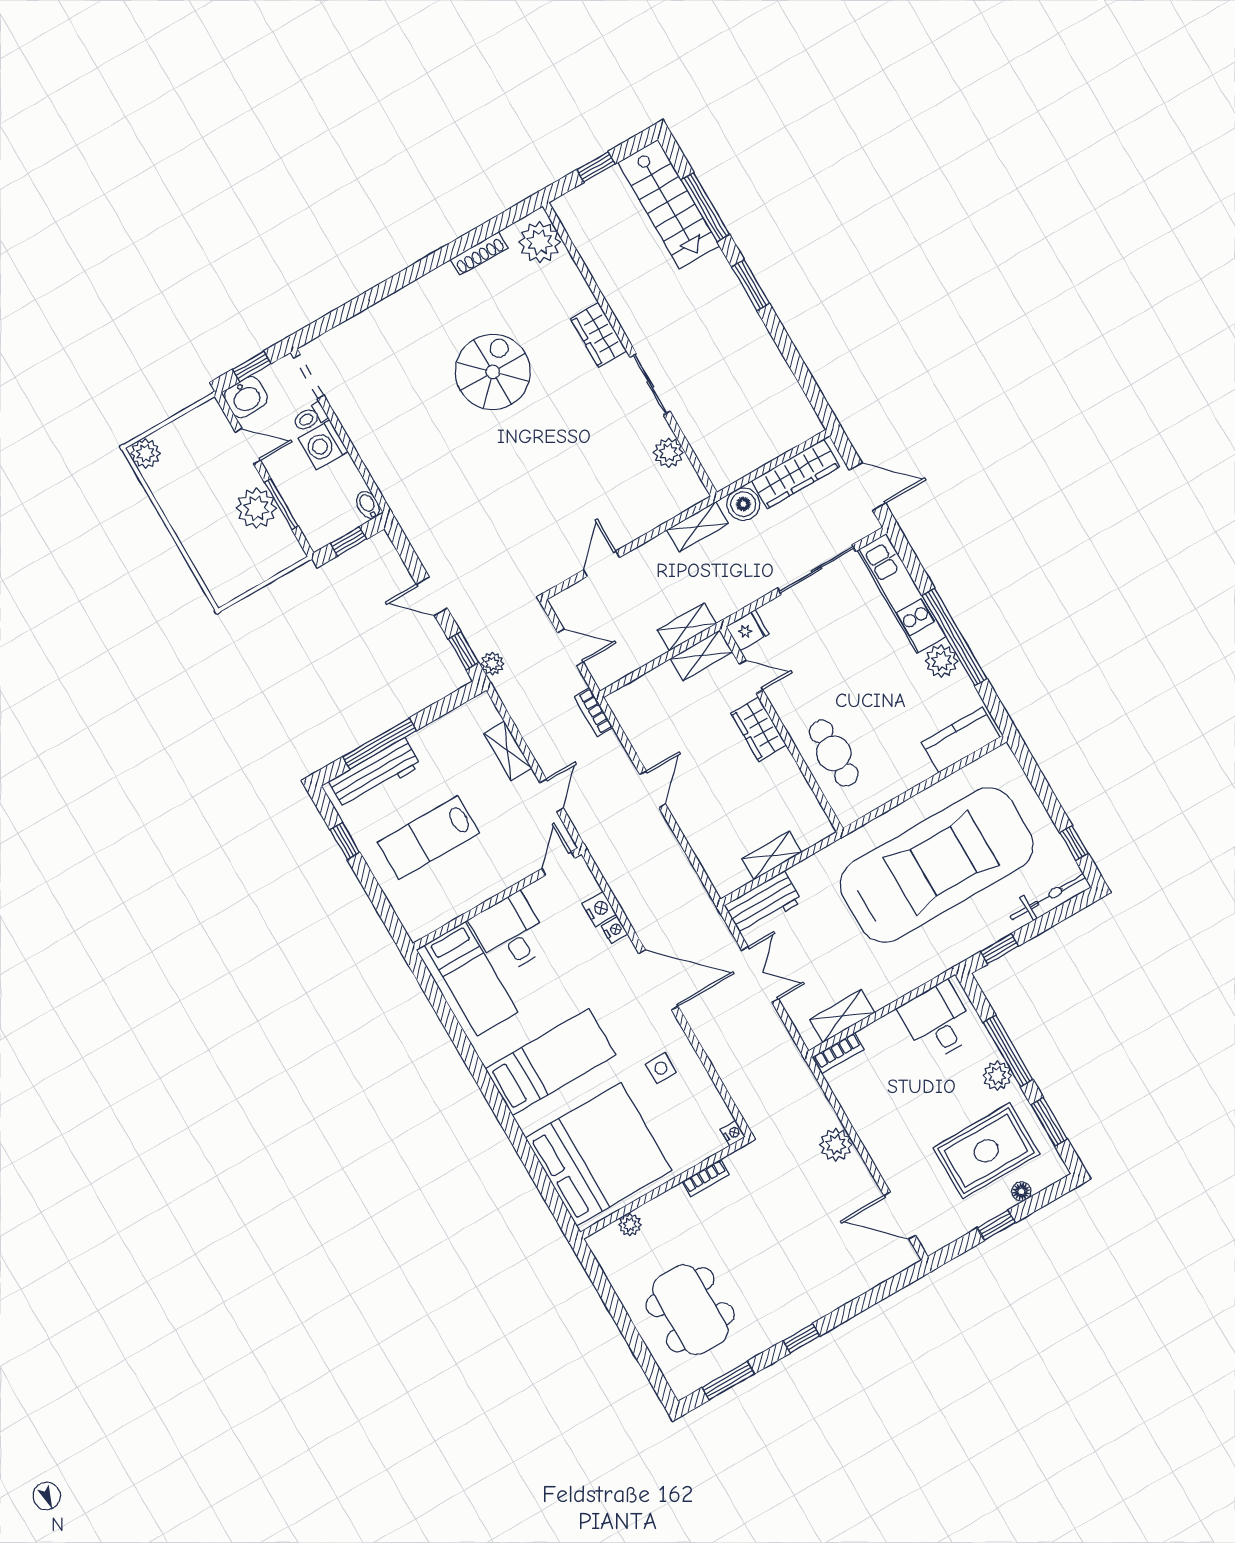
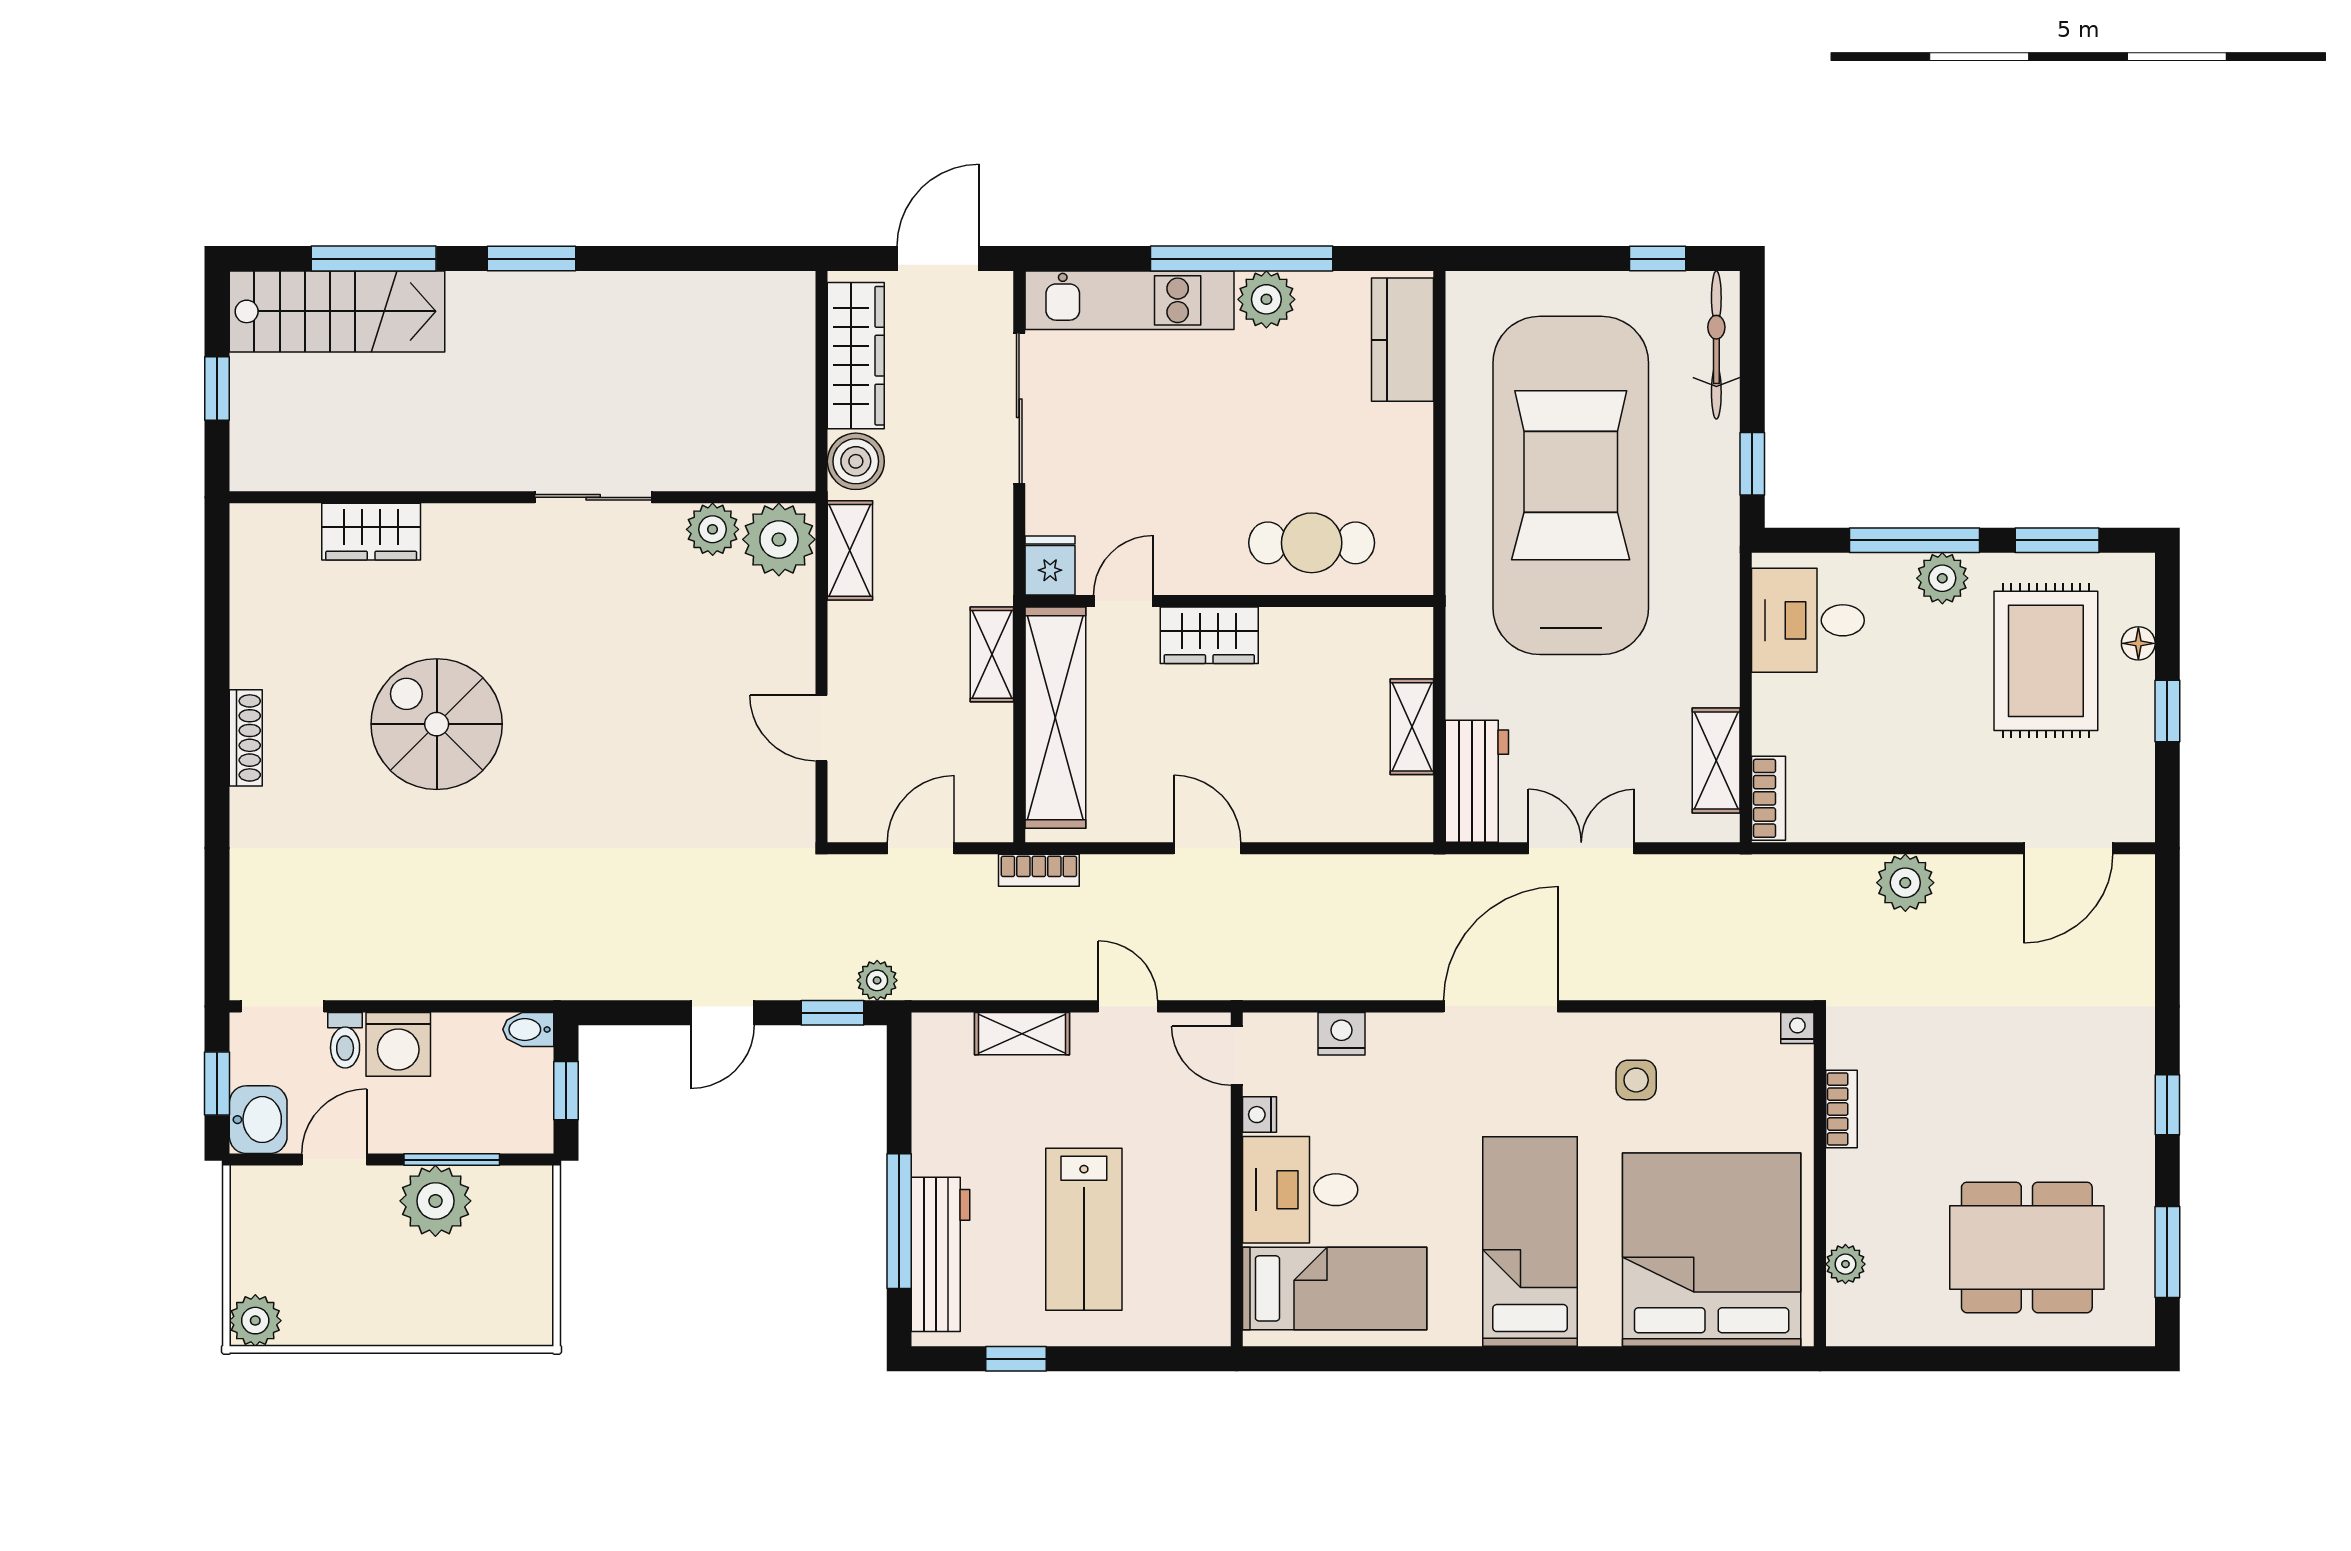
plant: (540, 242) -> (779, 539), moved
shoe rack: (479, 254) -> (246, 738), moved
wardrobe: (599, 335) -> (371, 532), moved
shelving: (701, 655) -> (1055, 718), width x2.20, depth x1.33
nightstand: (615, 930) -> (1259, 1115), moved, turned -90

